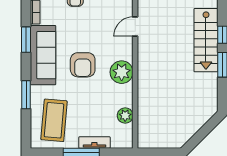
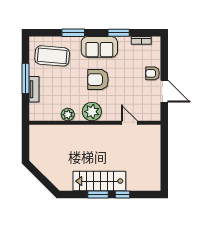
stairs: (206, 40) -> (99, 181), moved
sofa: (43, 55) -> (99, 47), width x0.73
plant: (125, 116) -> (68, 115), moved

